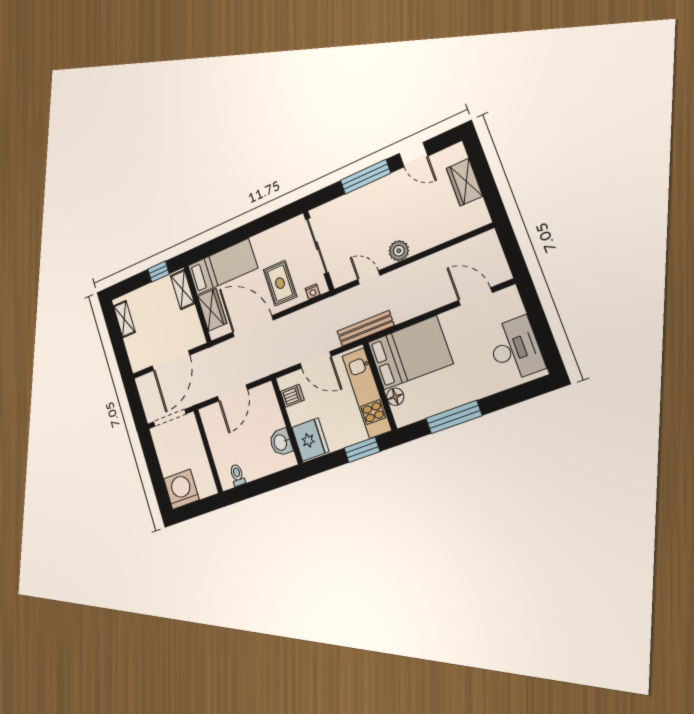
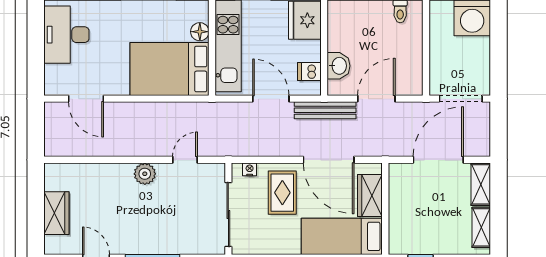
door: (369, 277) -> (185, 160), swing flipped
shelving: (183, 290) -> (481, 184), moved
bench: (365, 328) -> (325, 110), moved
washbasin: (281, 442) -> (339, 66), moved

